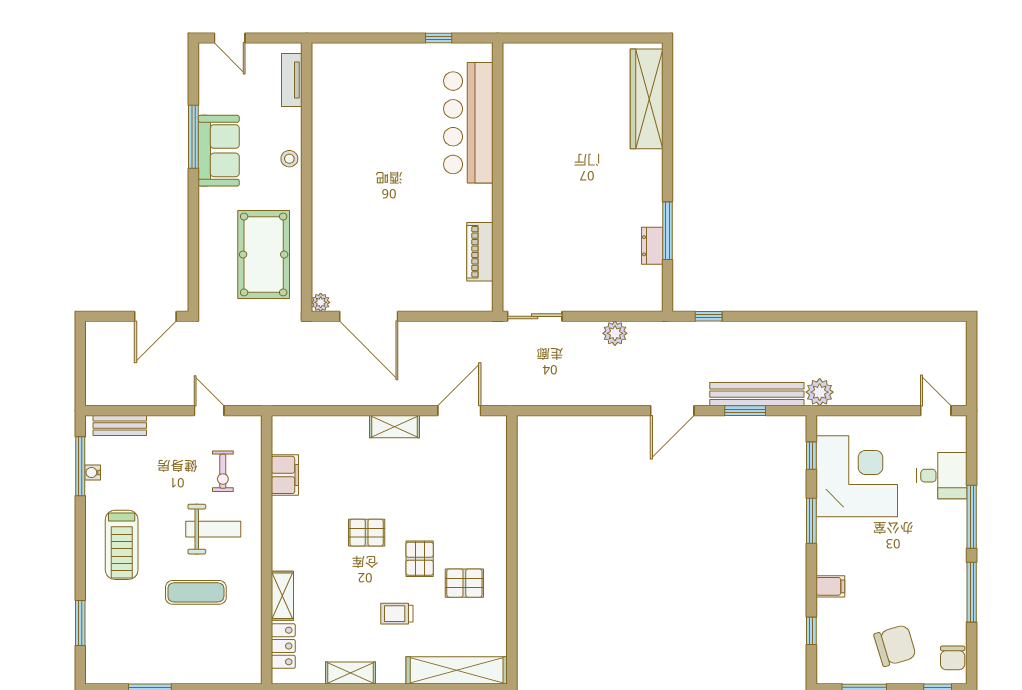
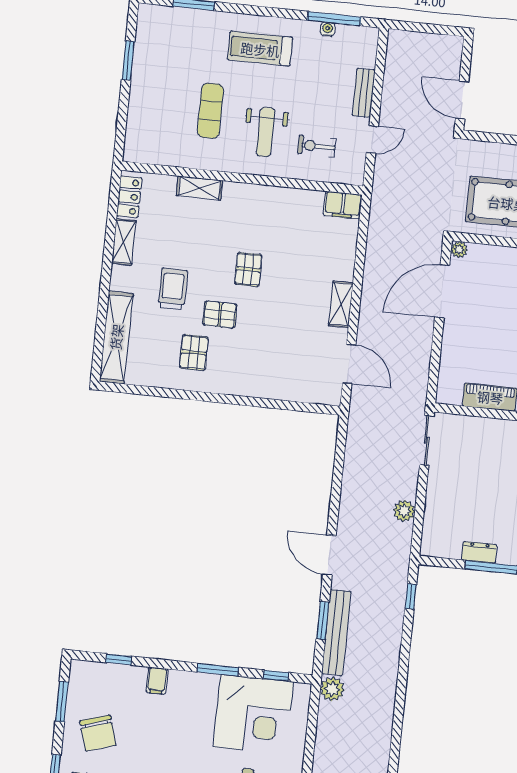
bench: (120, 426) -> (364, 93), moved
filing cabinet: (285, 475) -> (343, 205), moved
trolley: (397, 614) -> (173, 289), width x1.36, depth x1.39
locker: (283, 646) -> (129, 197), moved, turned -90

